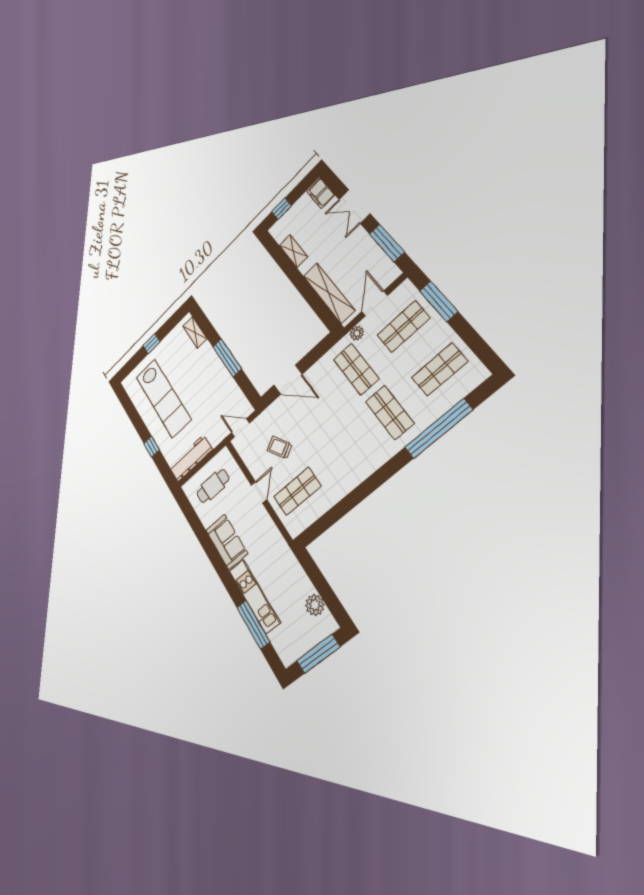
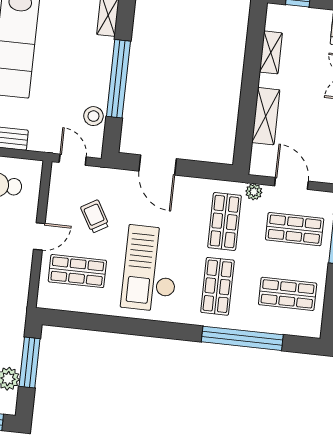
shelving: (329, 293) -> (266, 116), width x0.68
door: (375, 303) -> (291, 183), hinge flipped
window: (227, 358) -> (118, 79), width x1.46
stool: (231, 392) -> (93, 116), added
checkout: (338, 445) -> (151, 269), added
window: (319, 581) -> (30, 362), added

